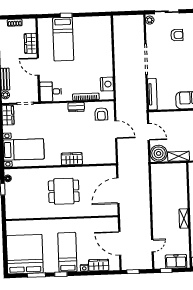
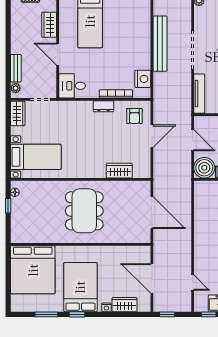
bench: (120, 55) -> (160, 44), added
door: (116, 130) -> (152, 136), hinge flipped
wardrobe: (72, 159) -> (119, 171), moved
dining table: (64, 191) -> (84, 211), width x1.38
door: (118, 191) -> (152, 213), swing flipped
door: (152, 246) -> (193, 283), hinge flipped
bed: (67, 252) -> (80, 287), width x1.50
bed: (25, 254) -> (33, 270), moved, turned 180

